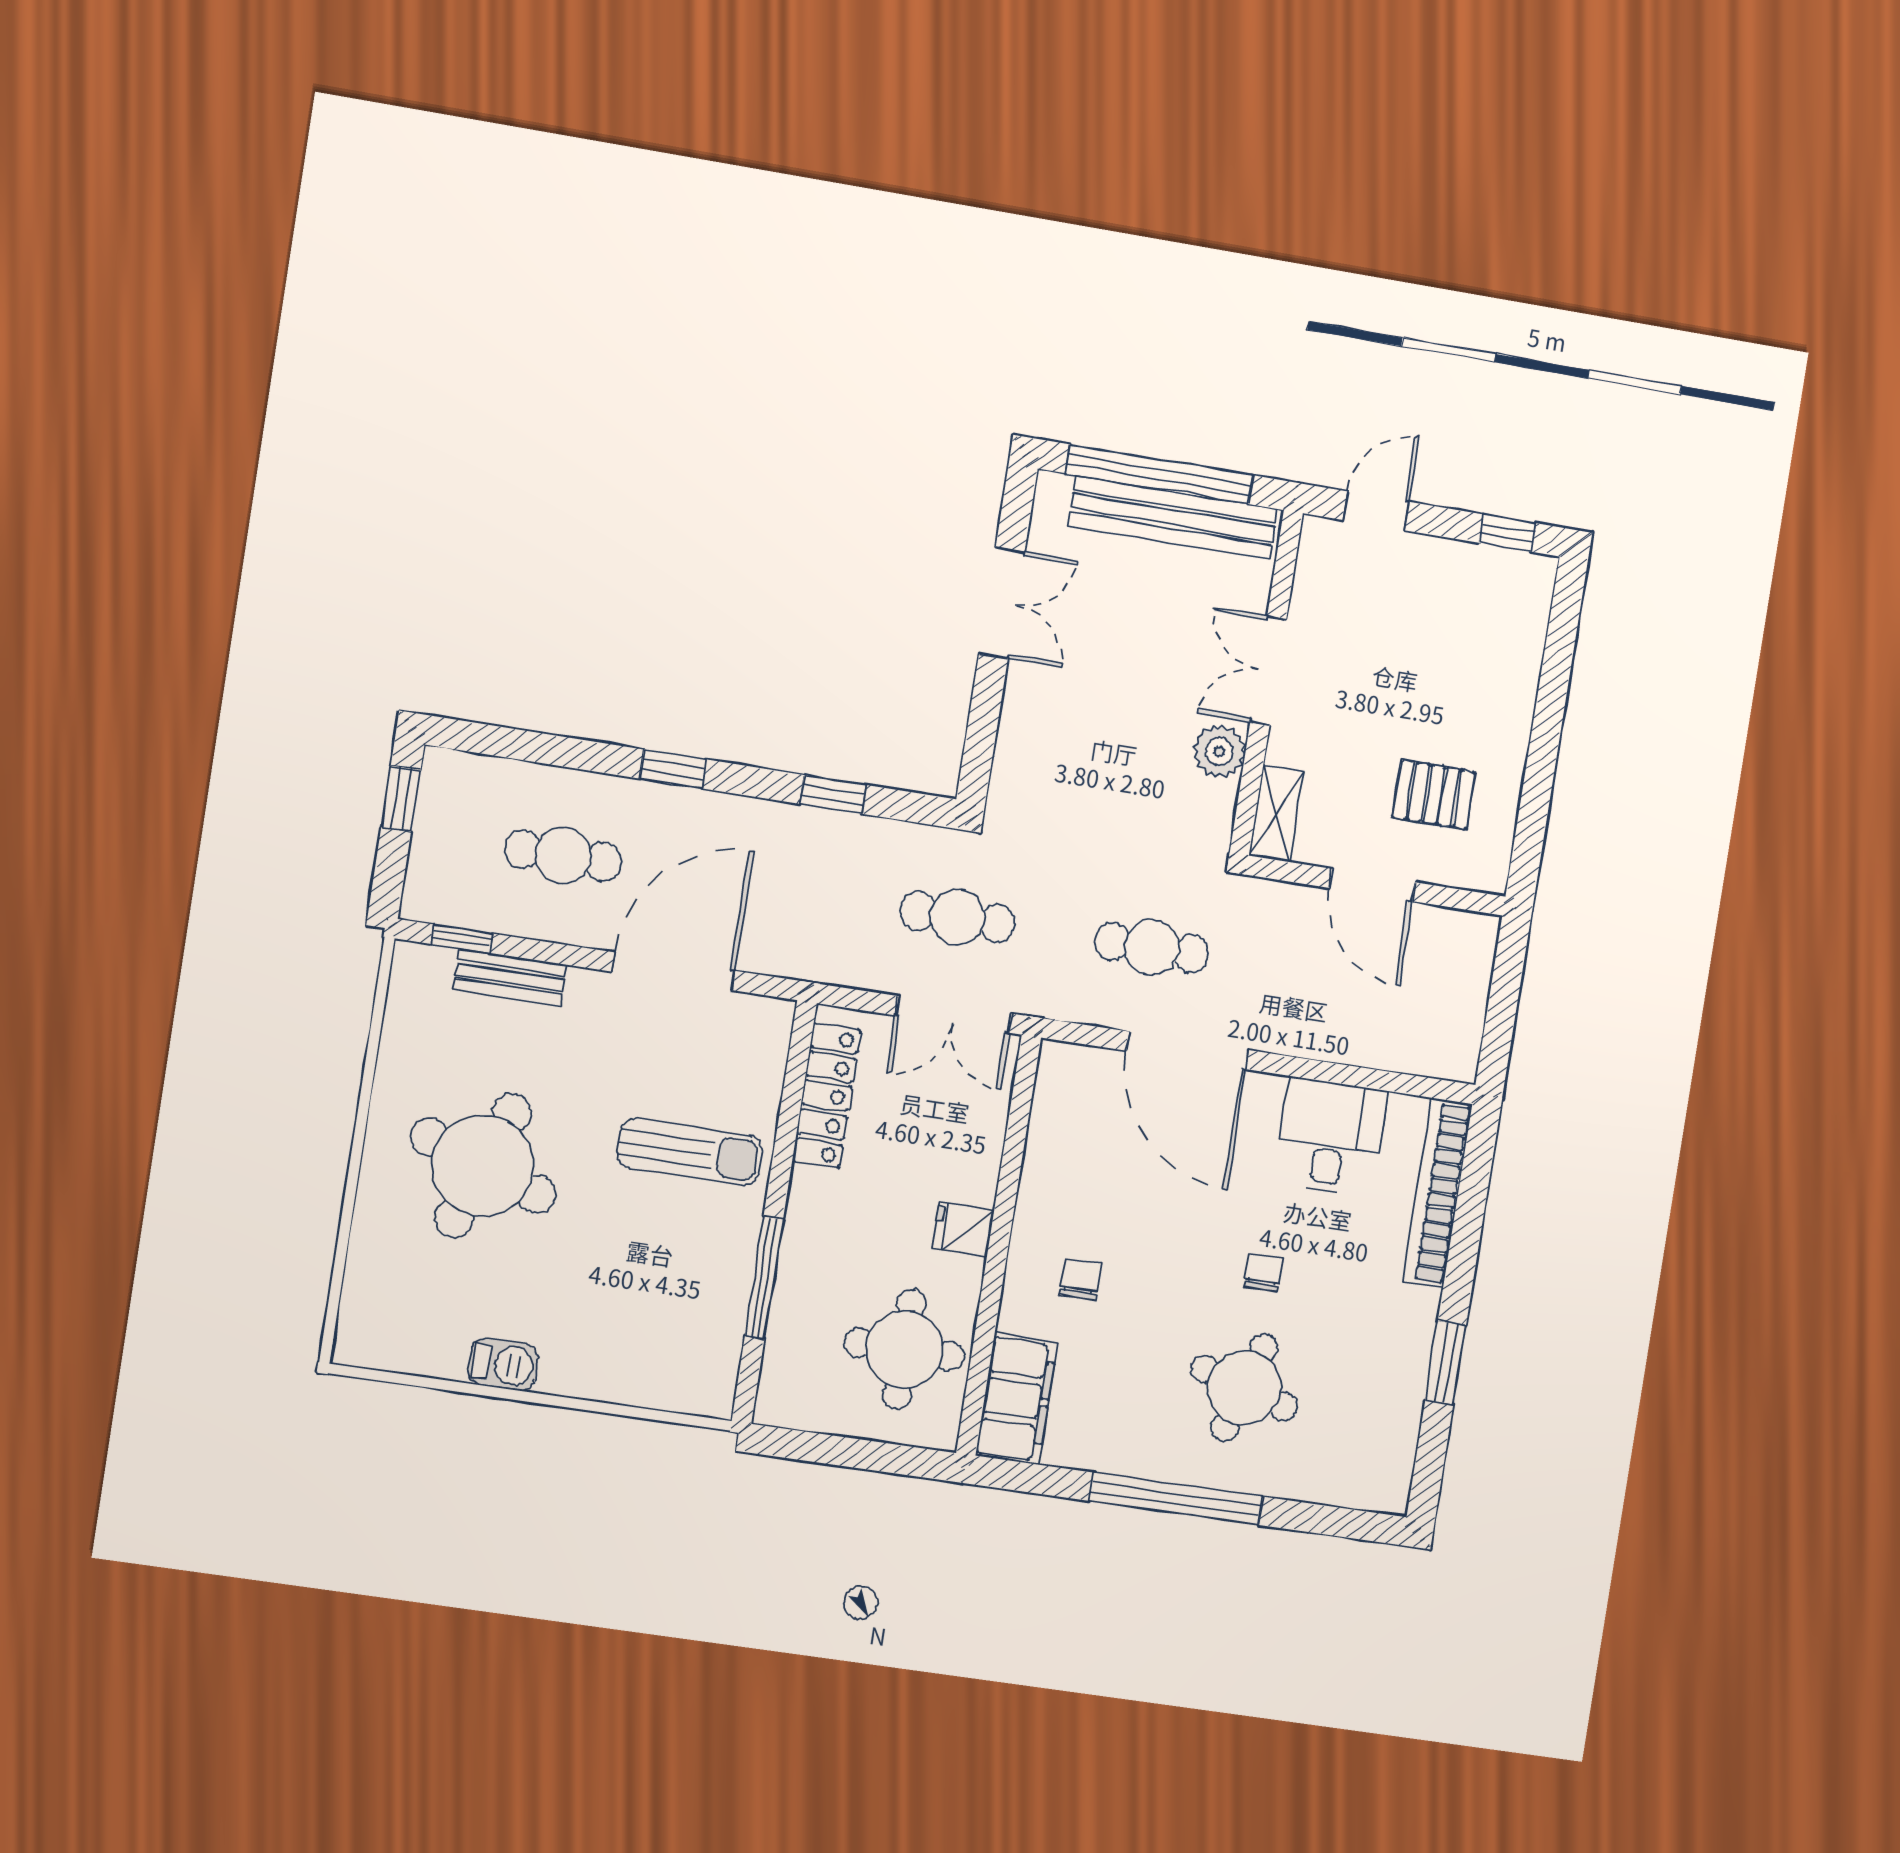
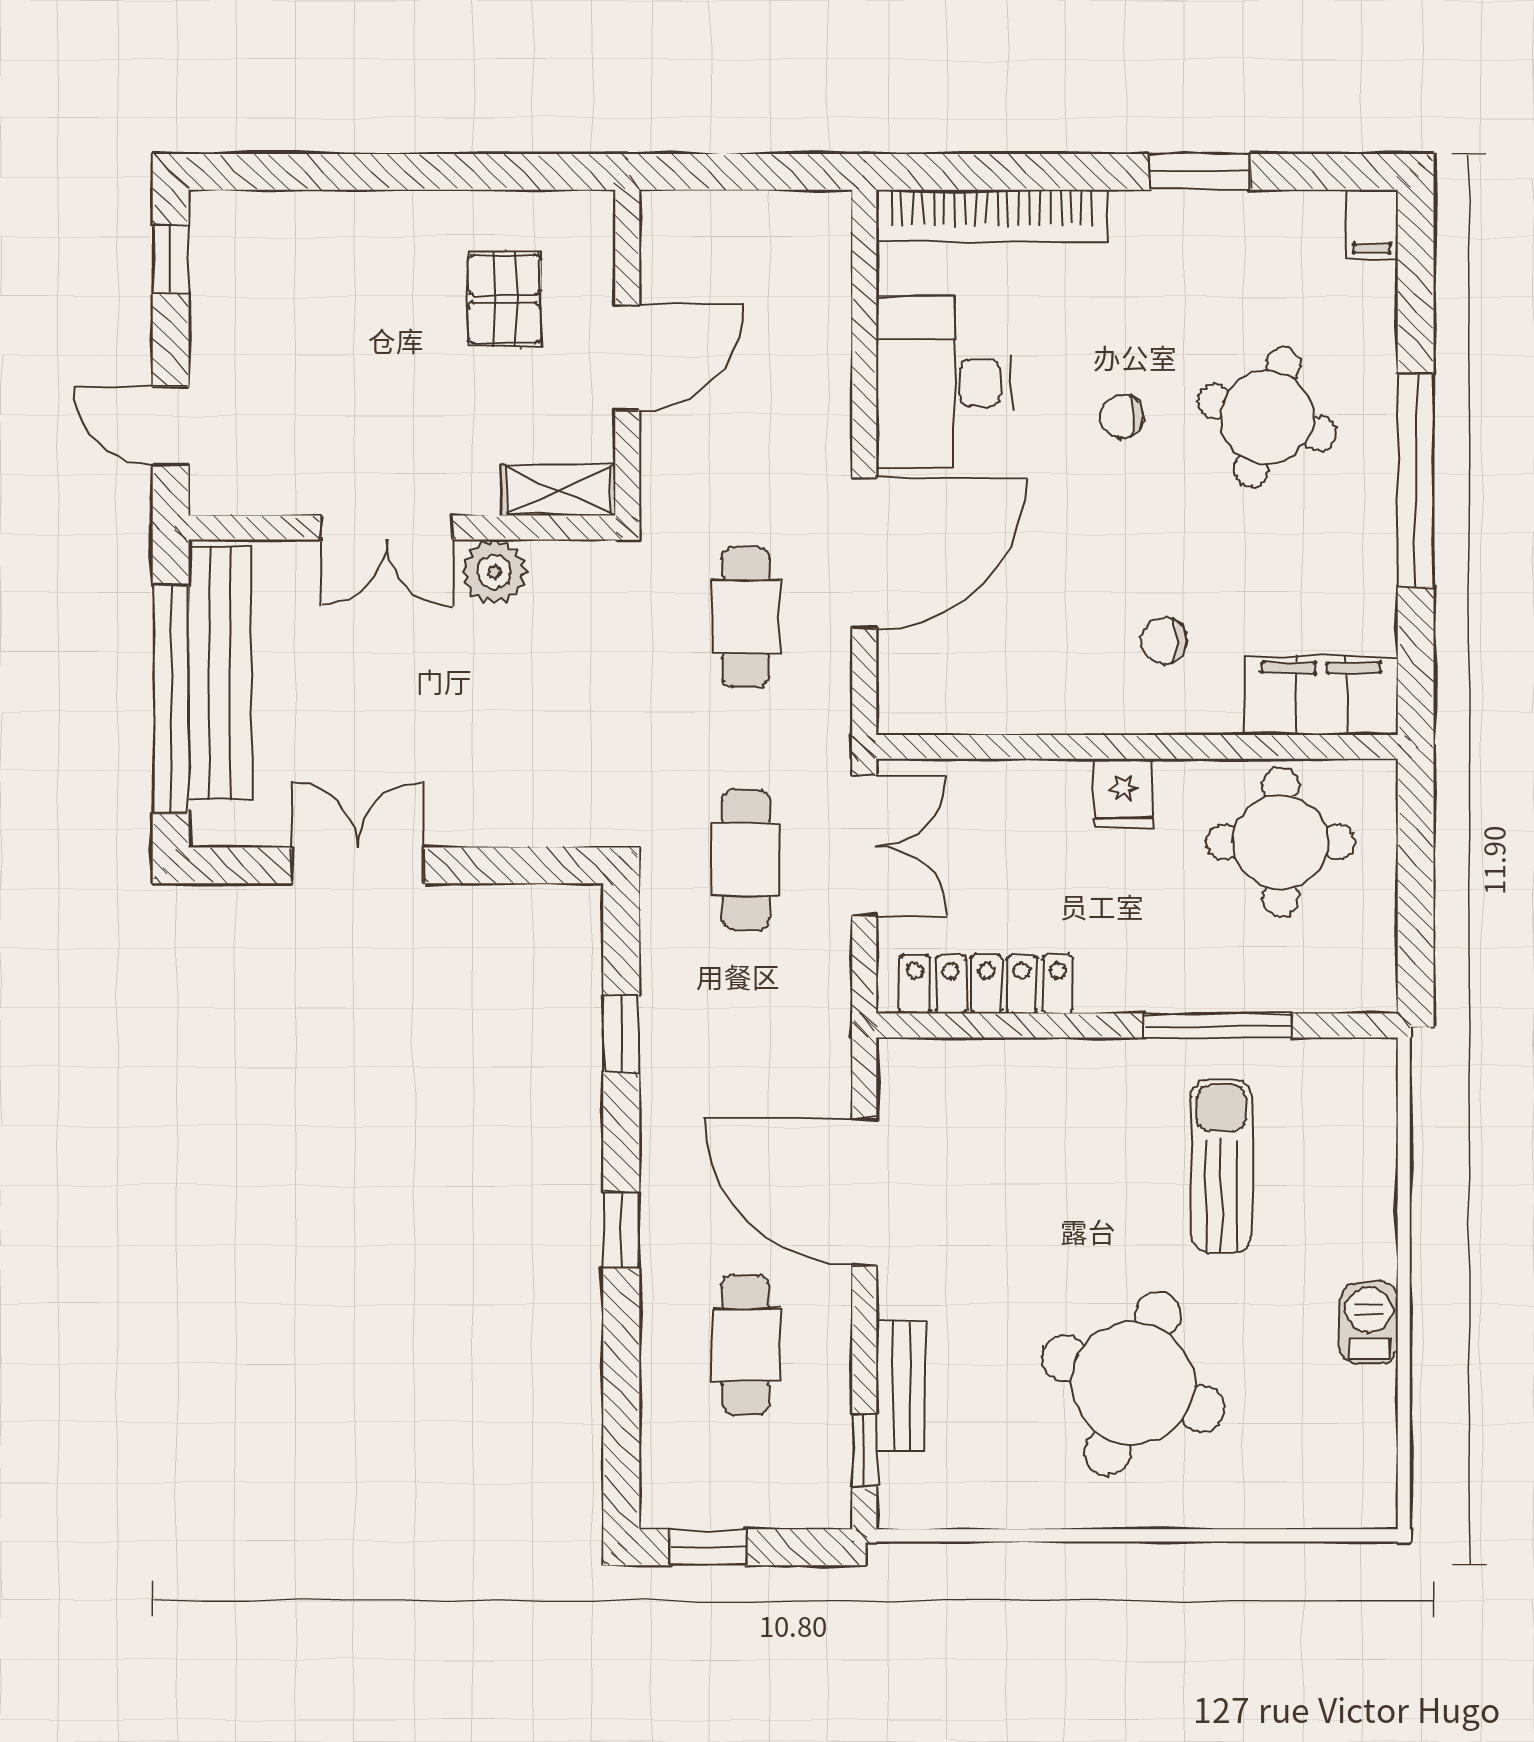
desk: (1331, 1137) -> (944, 383), width x1.37
sun lounger: (690, 1152) -> (1221, 1166), moved
filing cabinet: (1383, 1493) -> (1372, 224), added

